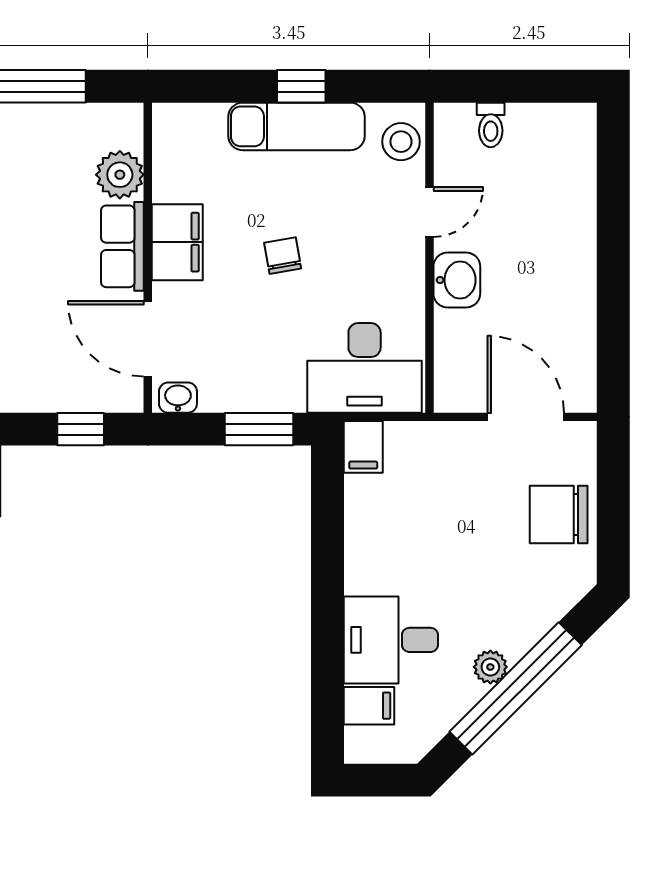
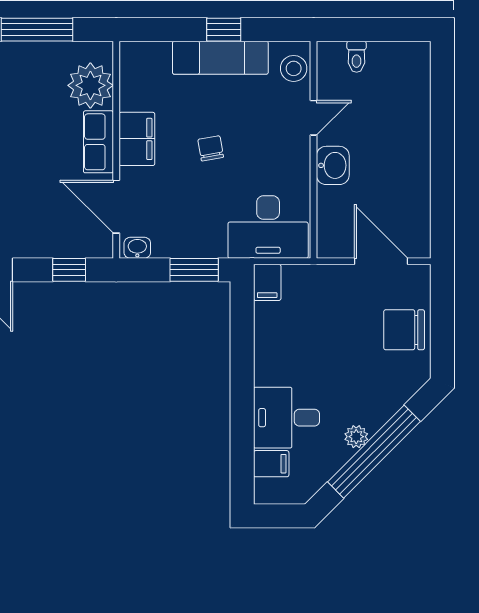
plant: (120, 175) -> (90, 85), width x1.36, depth x1.36

